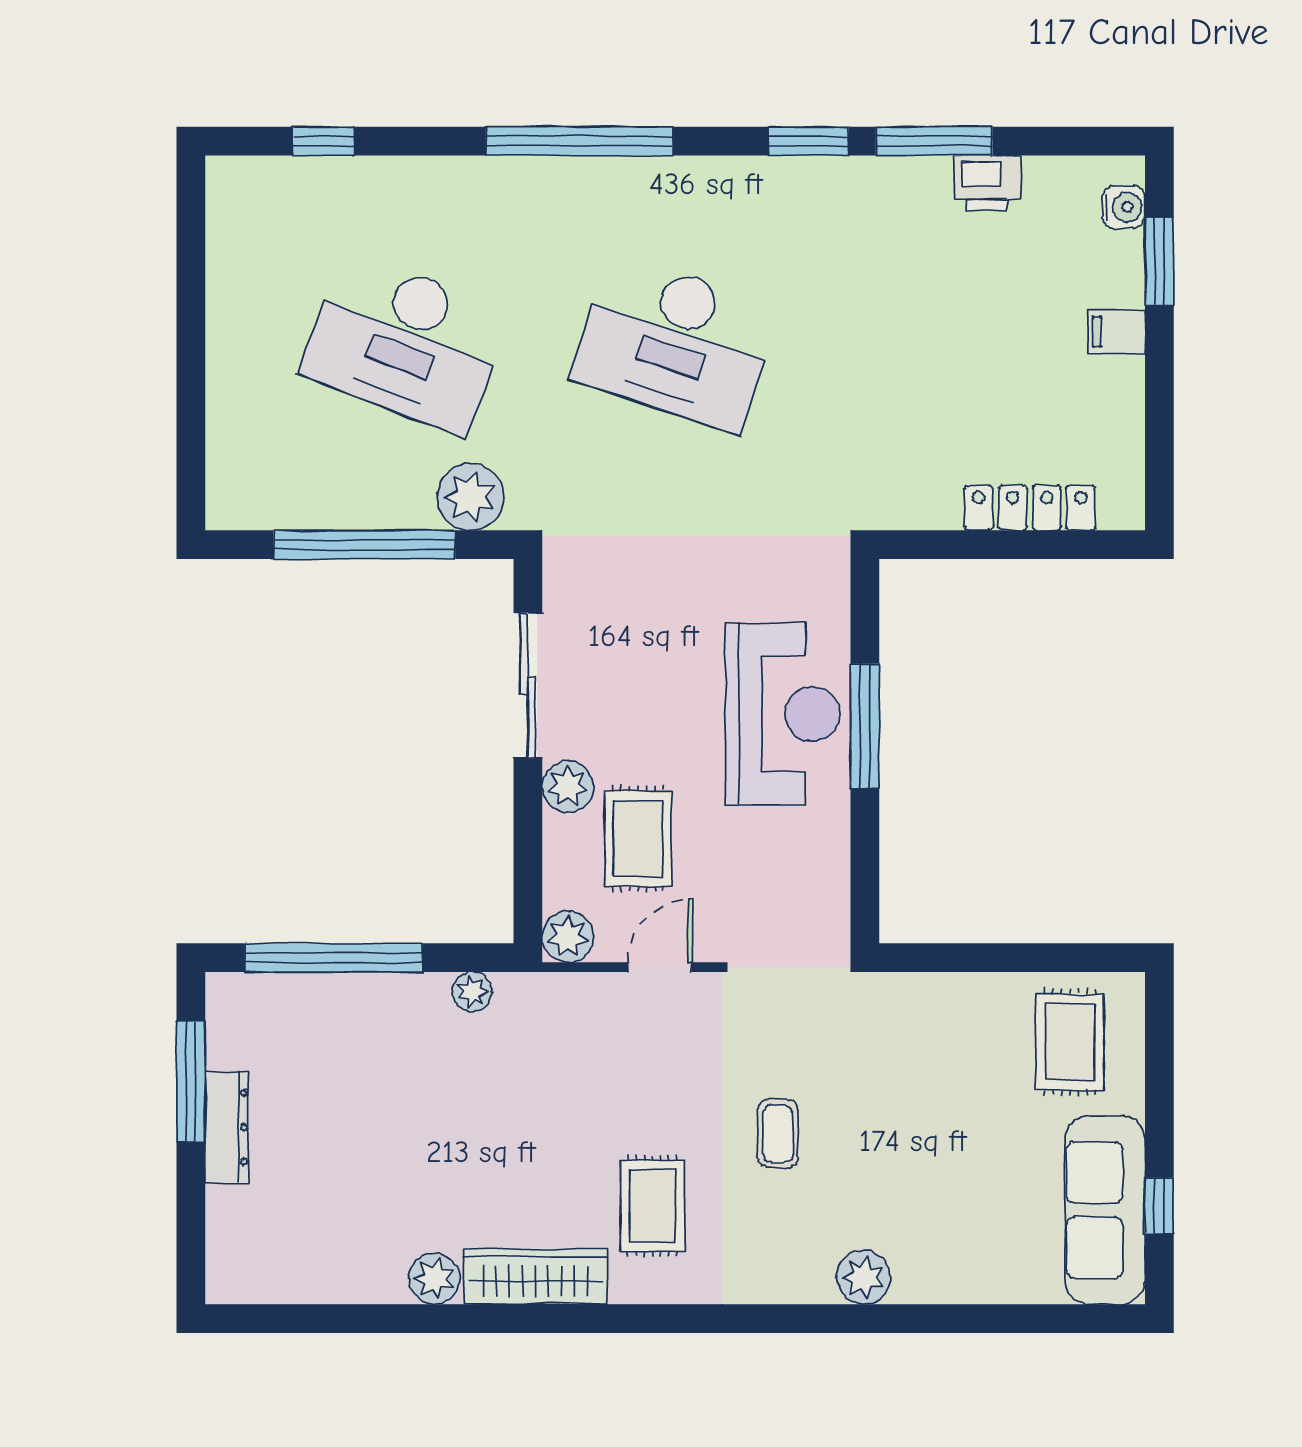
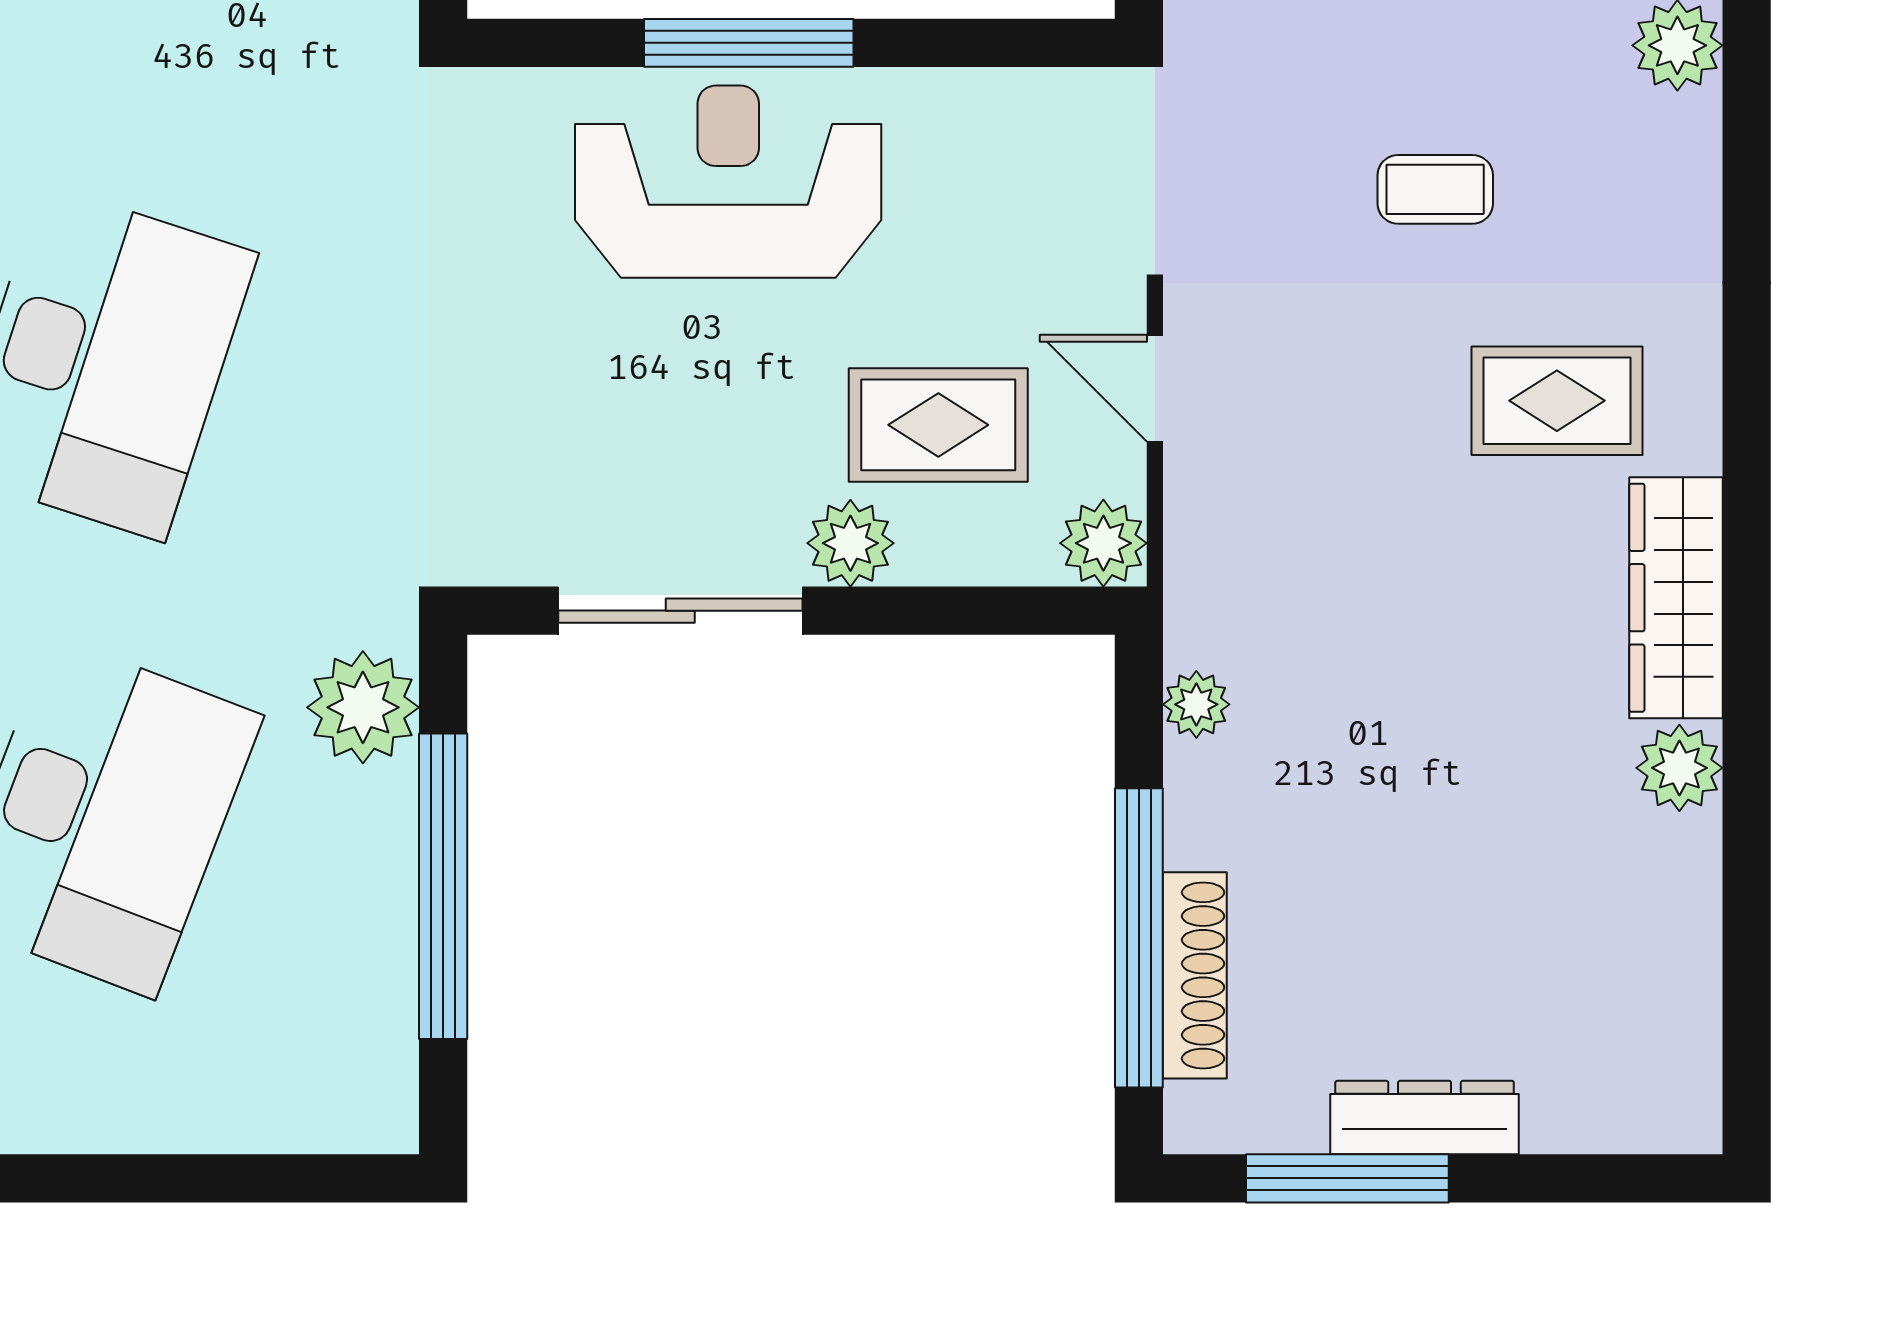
shoe rack: (311, 991) -> (1195, 975), added

